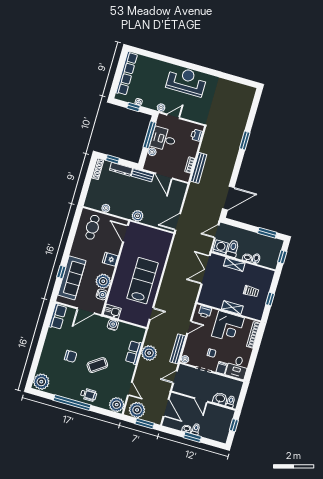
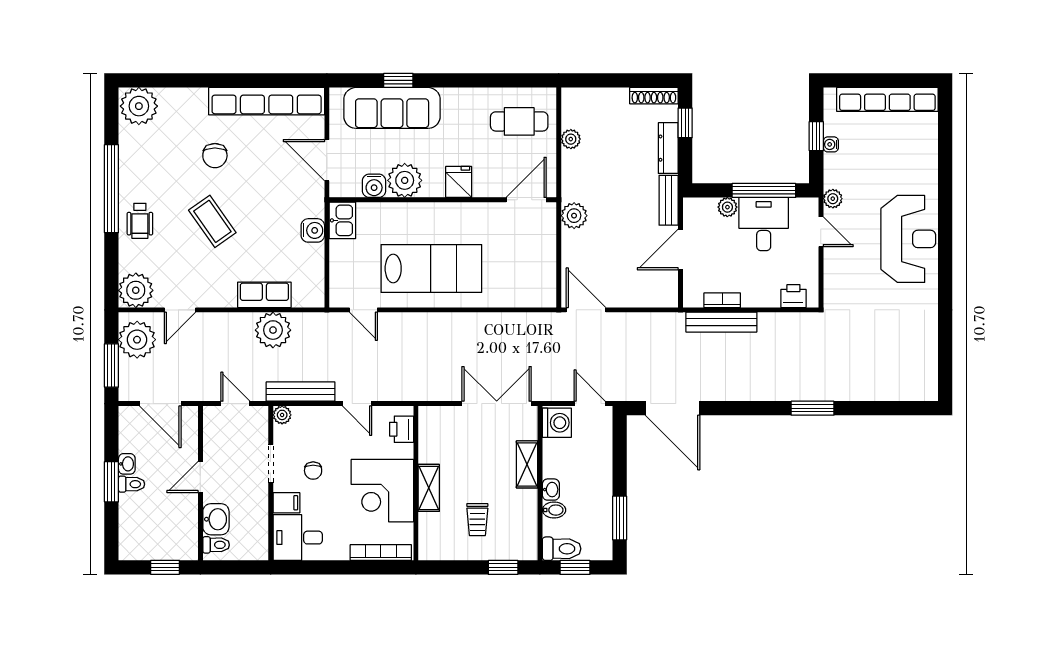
toilet: (233, 249) -> (562, 549), moved
window: (270, 299) -> (503, 567), moved
row of seats: (58, 317) -> (267, 101), width x2.02
door: (166, 408) -> (160, 404), hinge flipped

